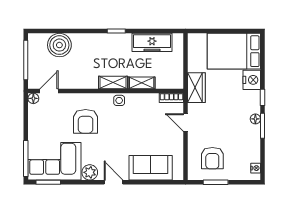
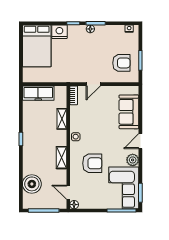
freezer: (152, 42) -> (38, 93), moved, turned 90
shelving: (113, 82) -> (61, 158), moved
wardrobe: (196, 88) -> (66, 76), removed

